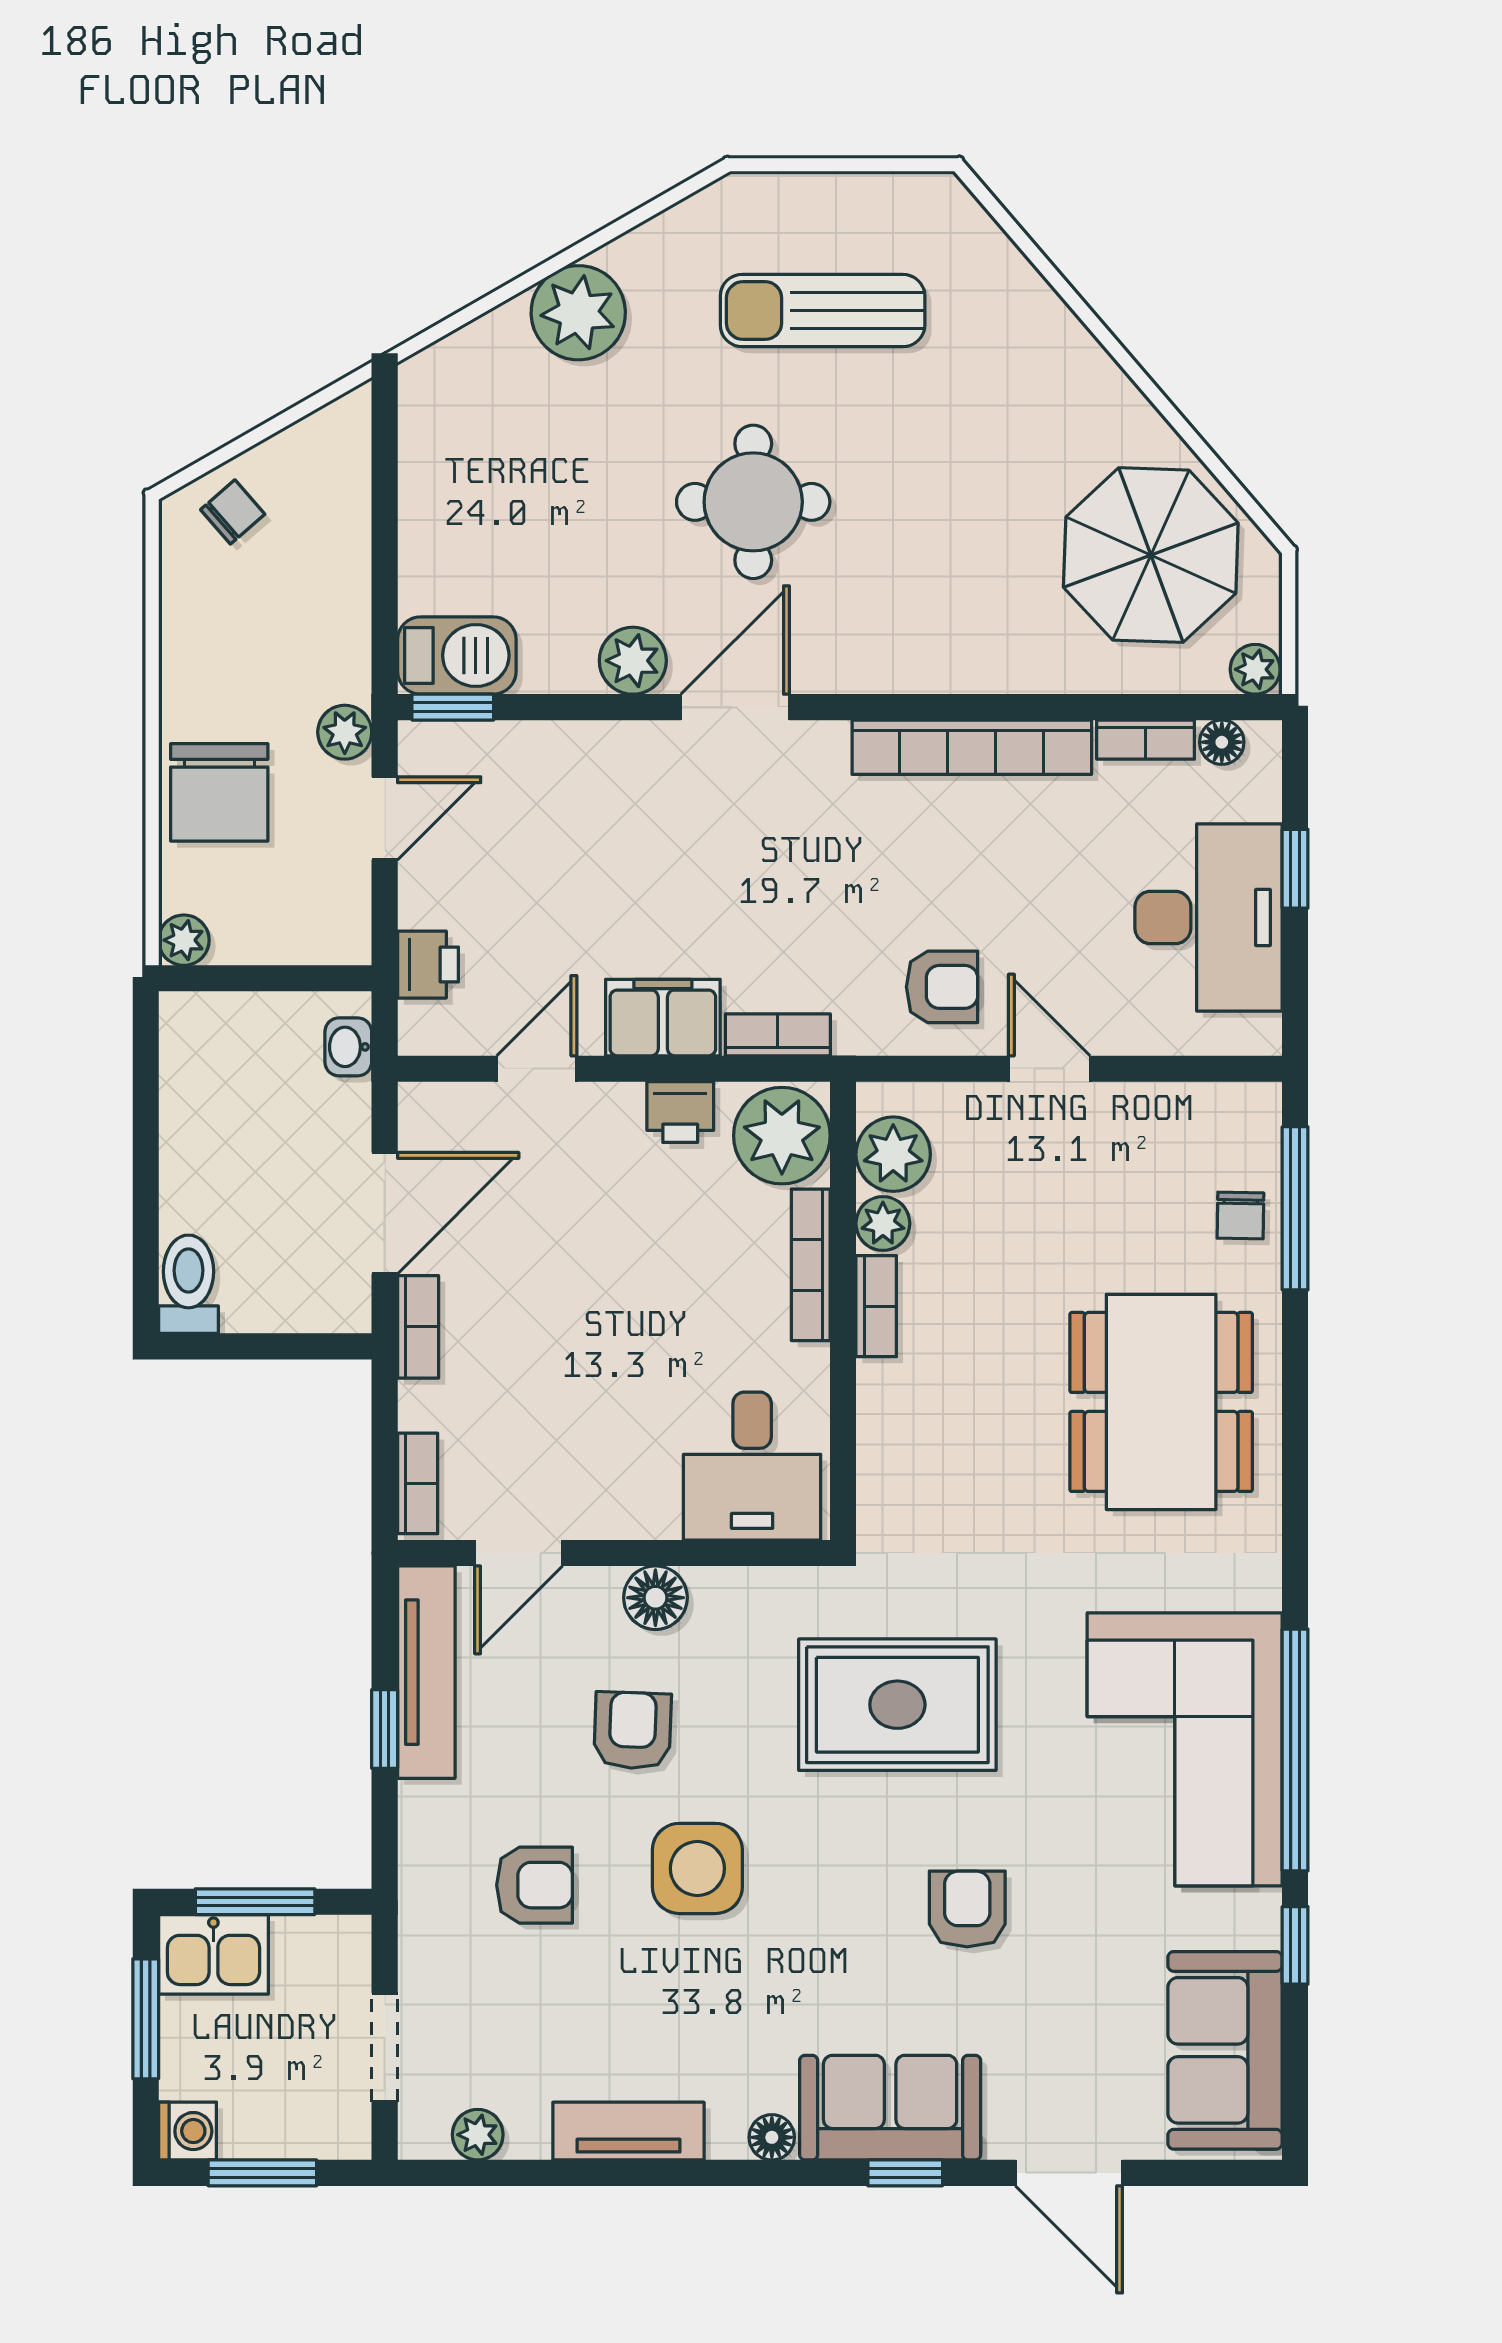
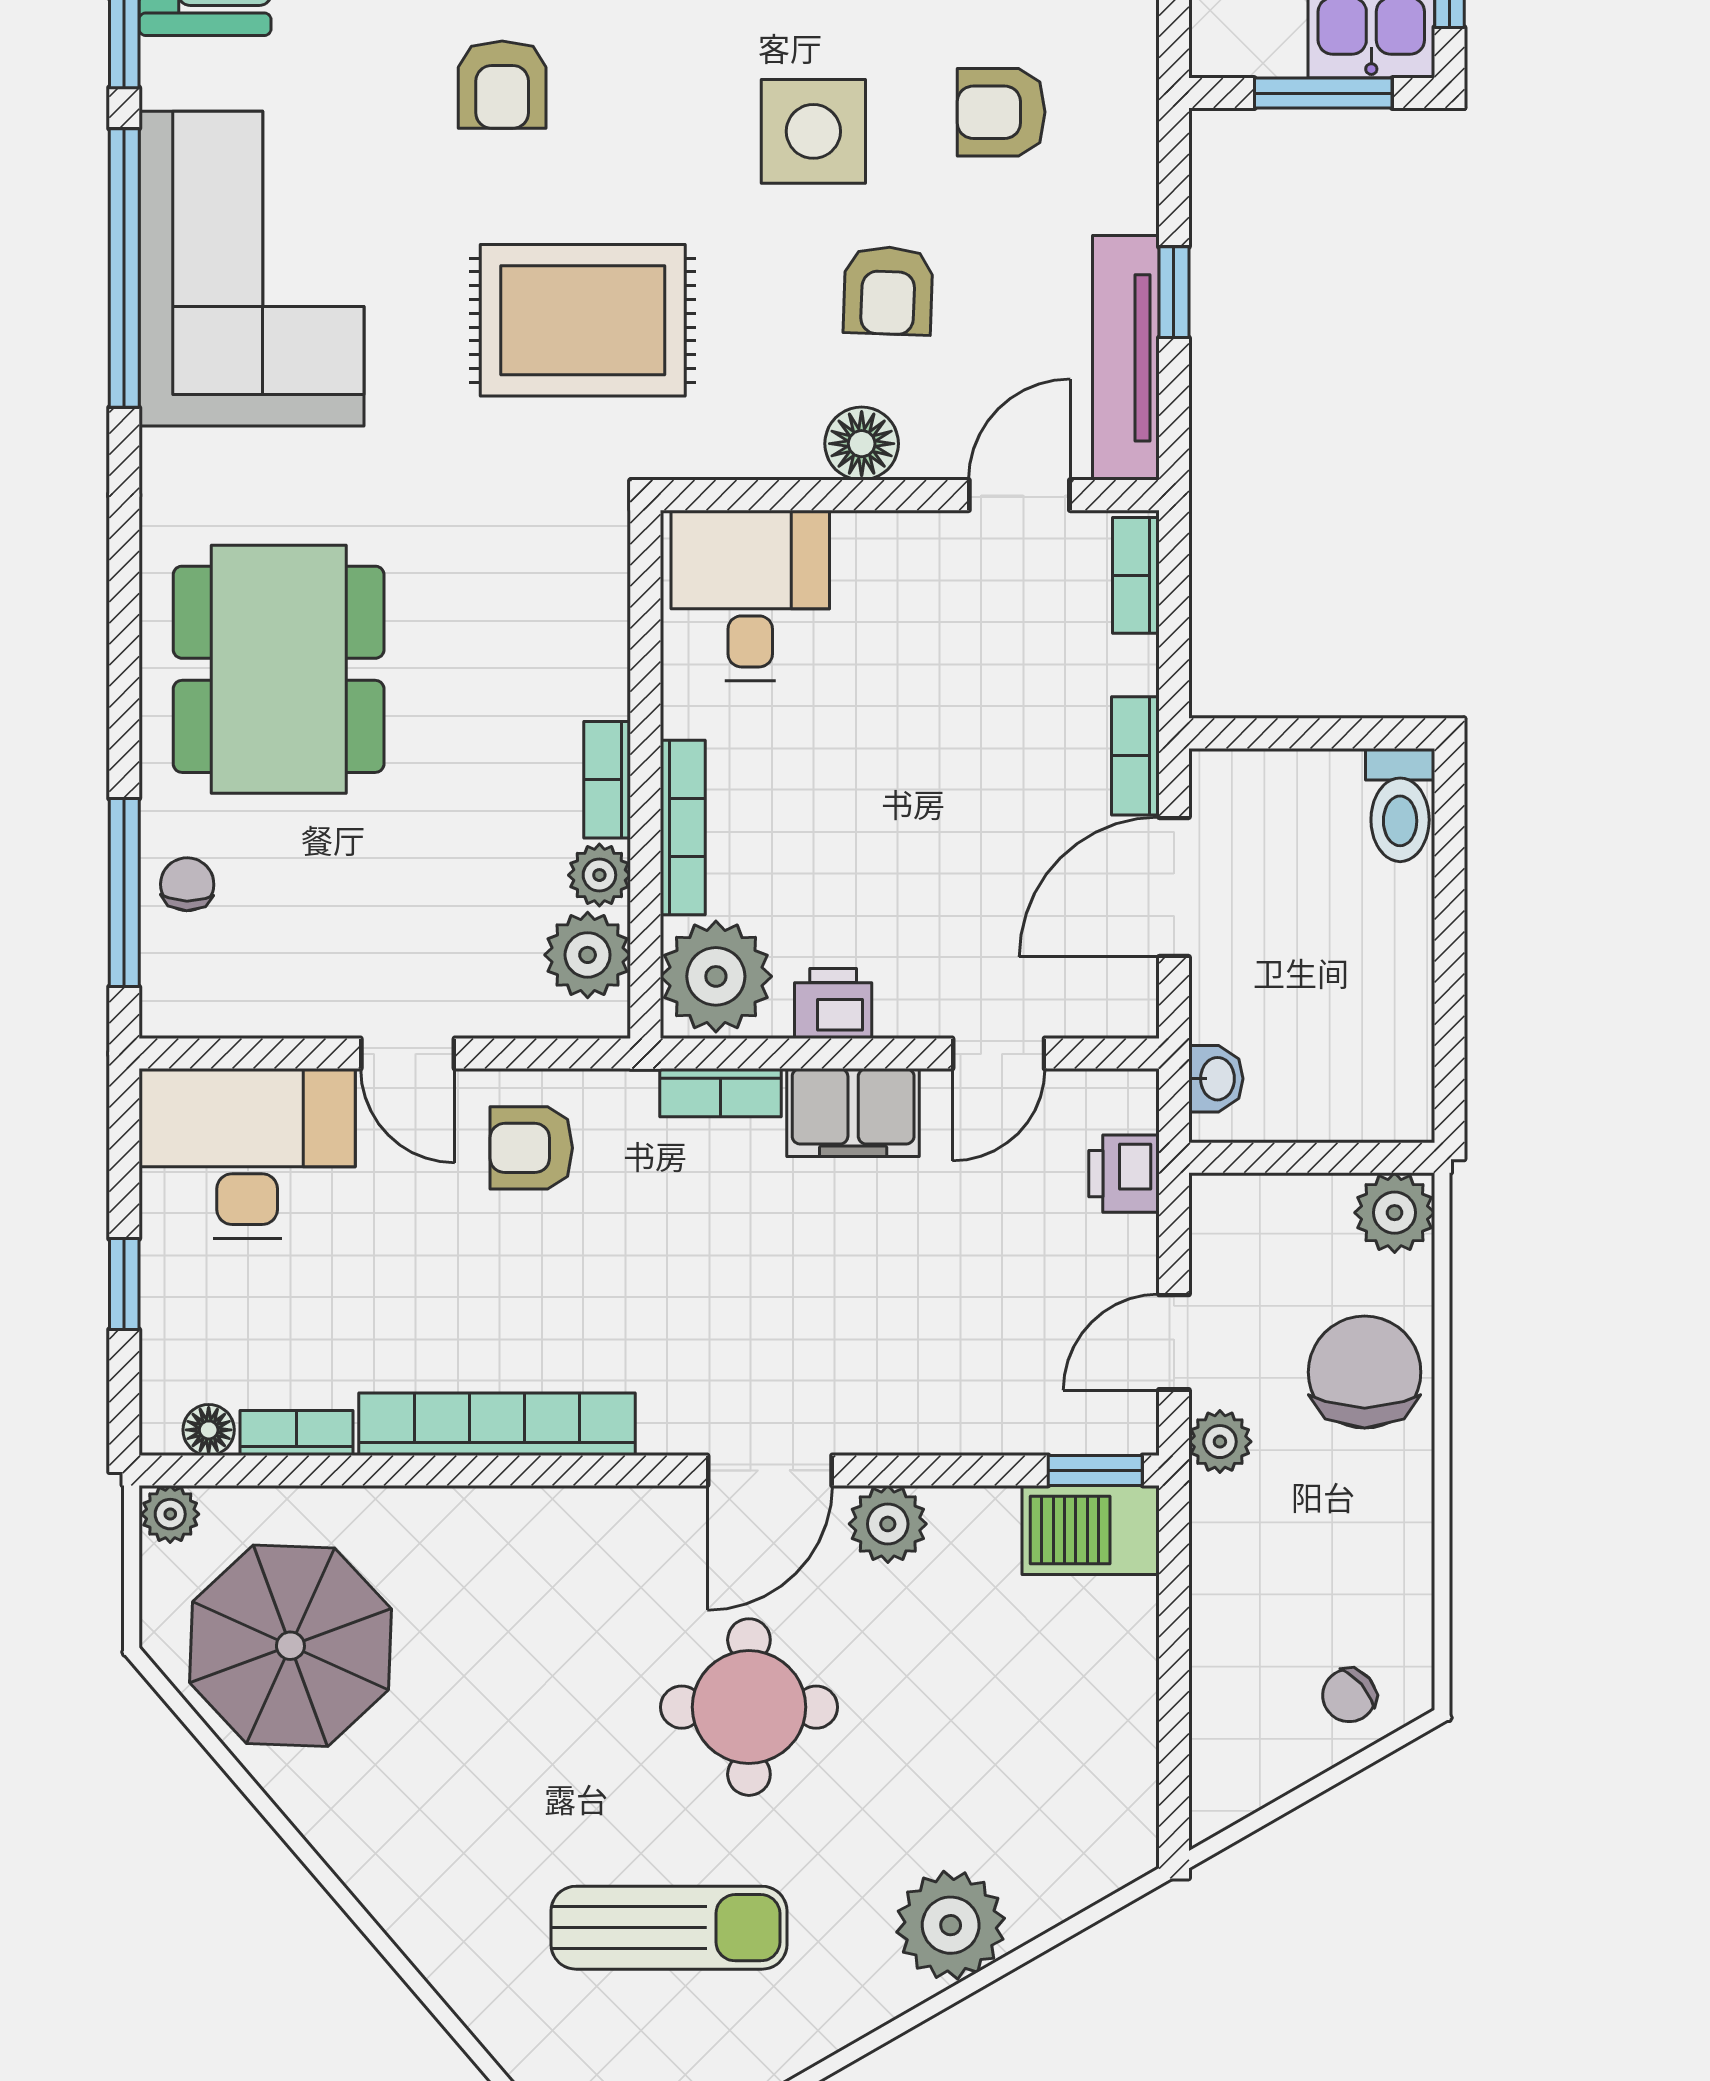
desk: (1209, 918) -> (247, 1153), moved, turned 90
plant: (184, 940) -> (1395, 1213), width x1.38, depth x1.38

